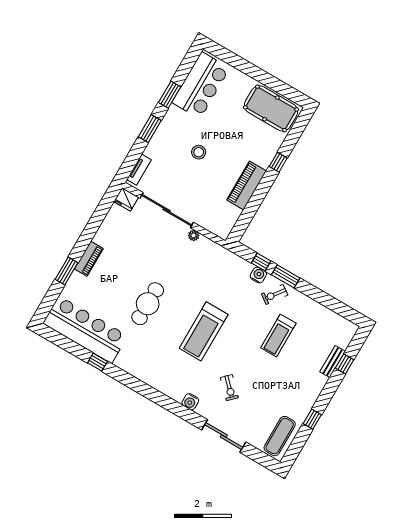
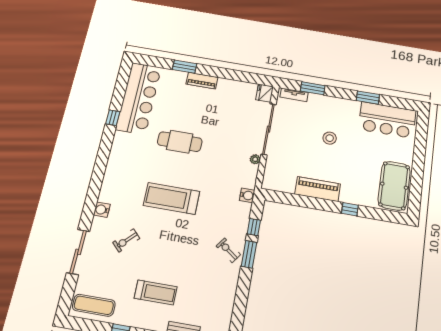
window: (150, 129) -> (313, 88), moved
water cooler: (258, 275) -> (247, 195), moved
treadmill: (278, 336) -> (156, 292), moved, turned 180

